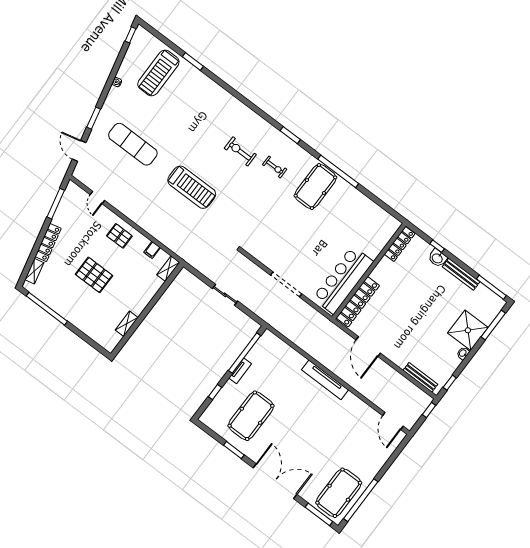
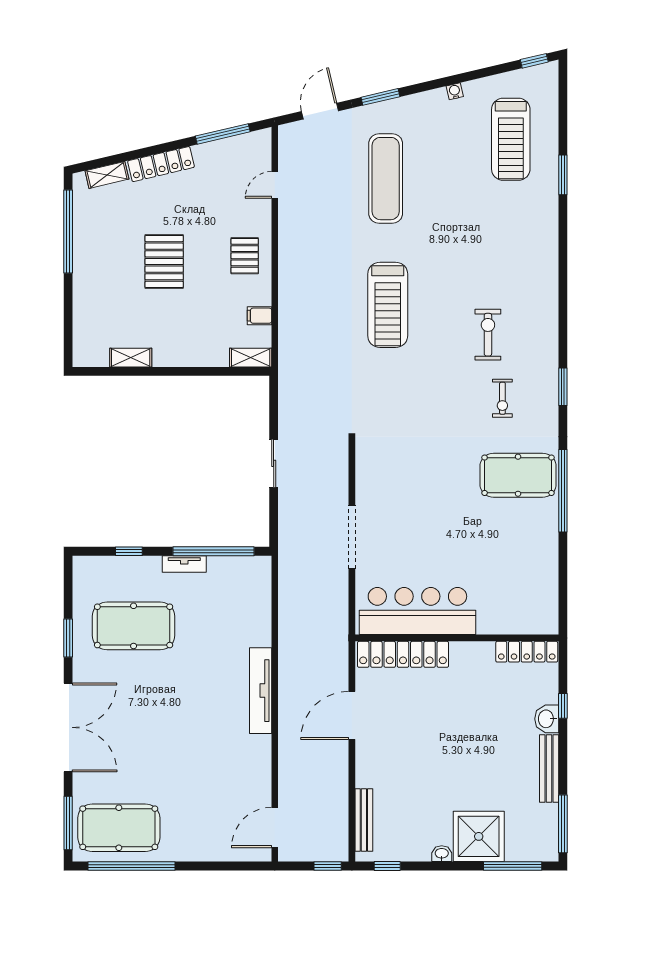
treadmill: (158, 73) -> (511, 139), turned -90

